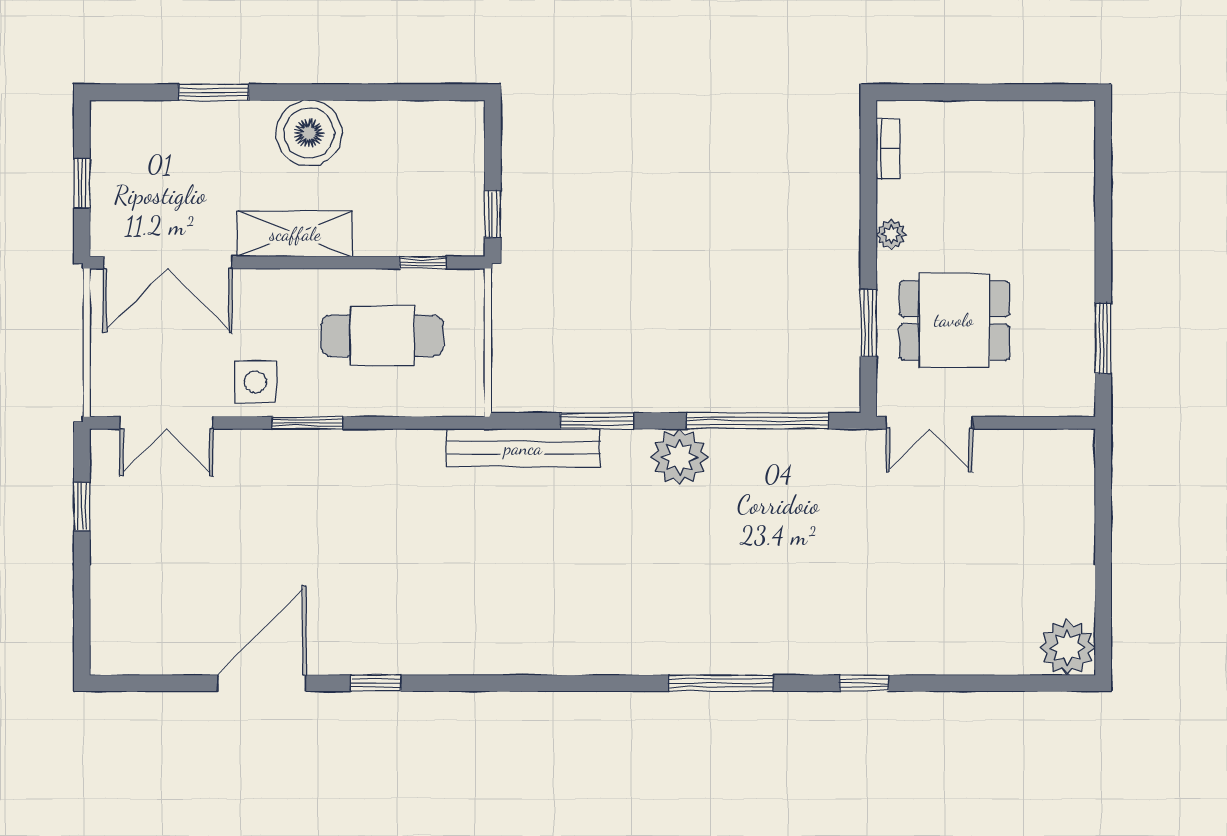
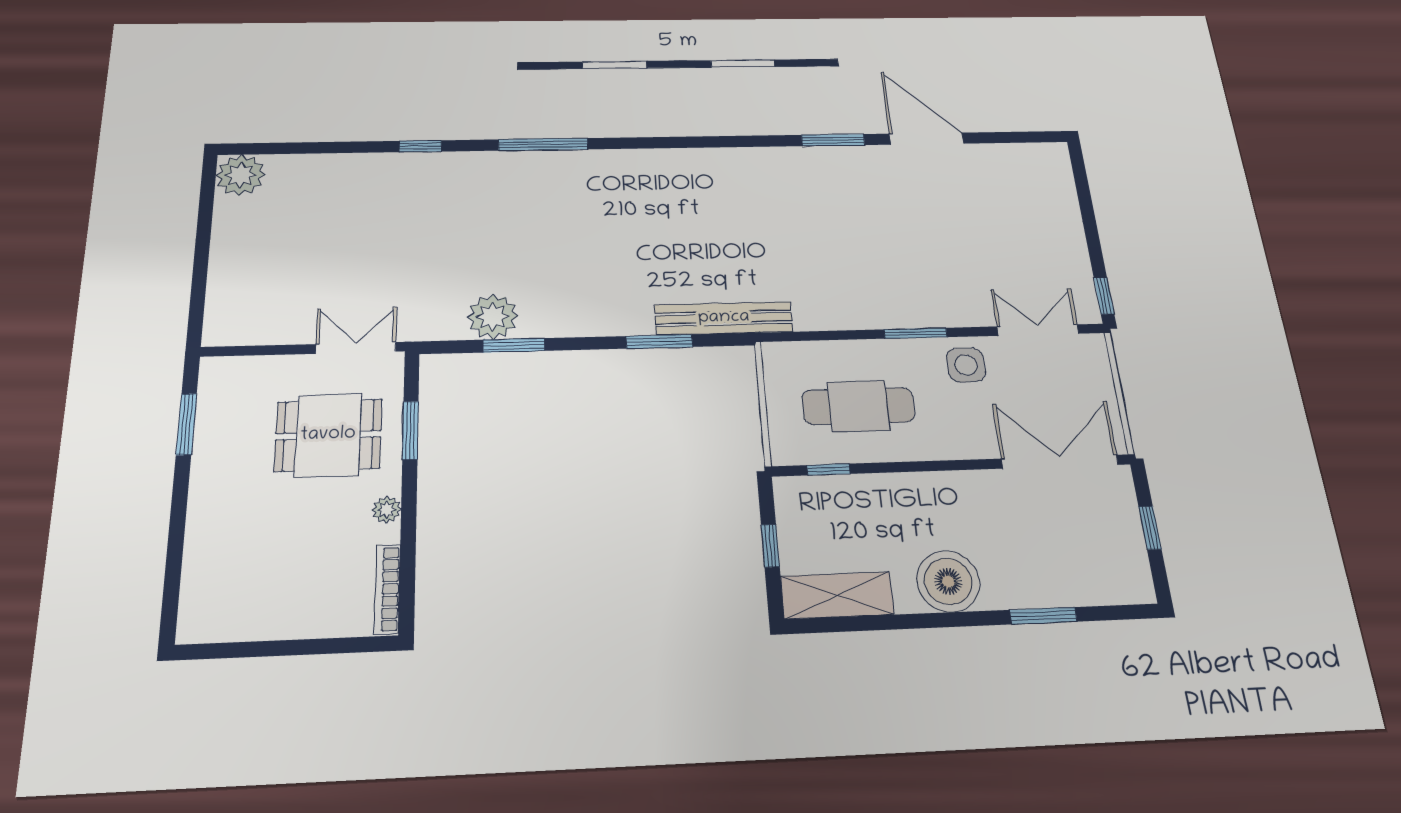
bookcase: (888, 149) -> (387, 589), width x1.56
window: (493, 214) -> (770, 546), moved
shelving: (295, 234) -> (837, 595), moved
window: (758, 421) -> (514, 345), width x0.47
plant: (679, 457) -> (493, 317), moved
window: (82, 507) -> (1104, 296), moved
door: (262, 683) -> (927, 139), swing flipped
window: (376, 683) -> (833, 140), width x1.50

